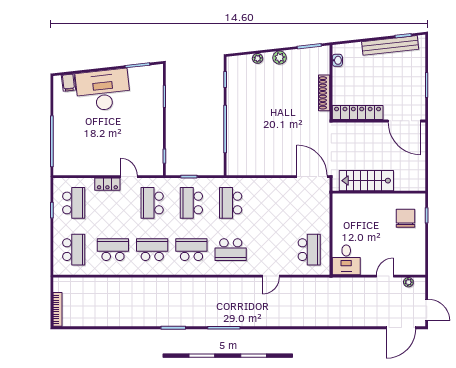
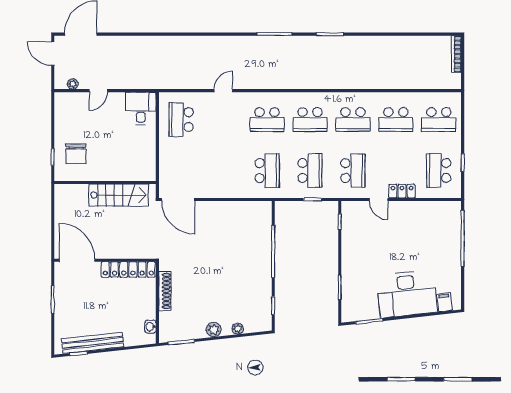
school desk: (74, 250) -> (439, 120), turned -90
school desk: (231, 250) -> (267, 120), turned 180

